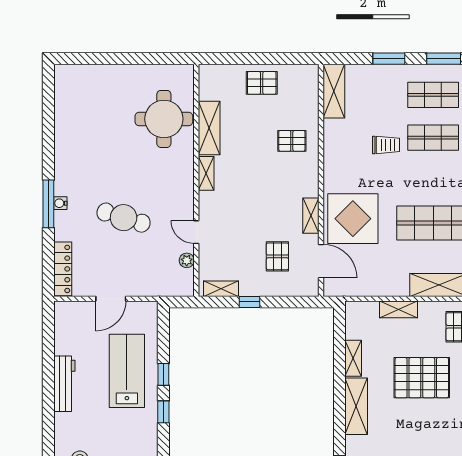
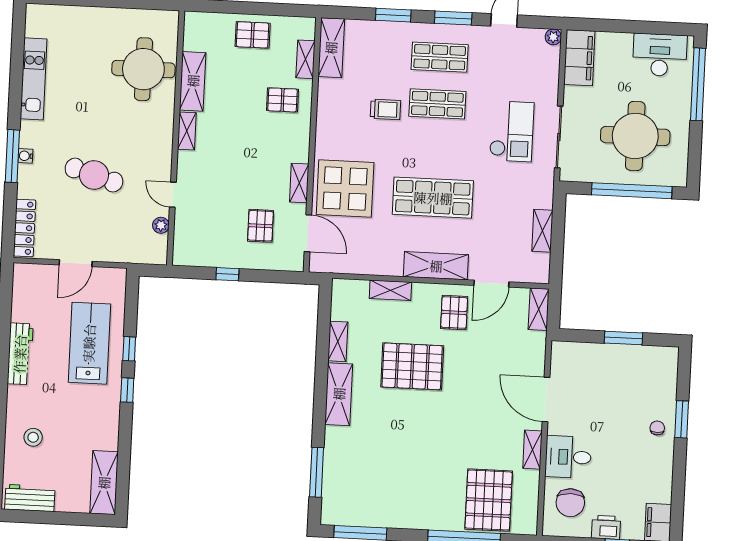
kitchen unit: (64, 133) -> (34, 79), added
shelving: (221, 289) -> (305, 59), moved, turned 90

